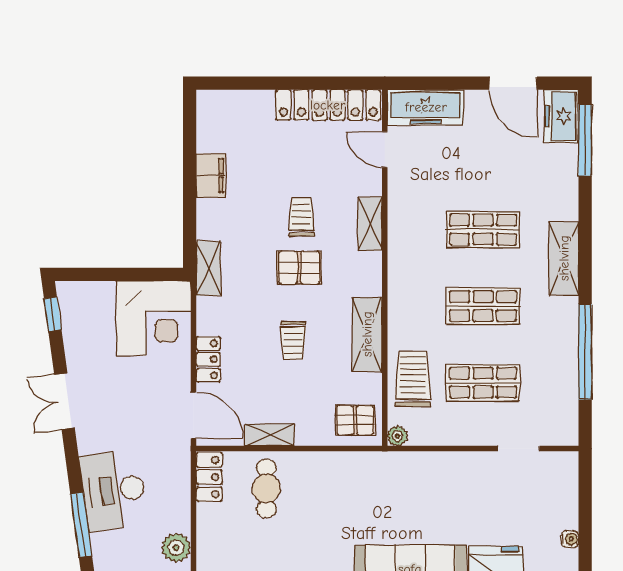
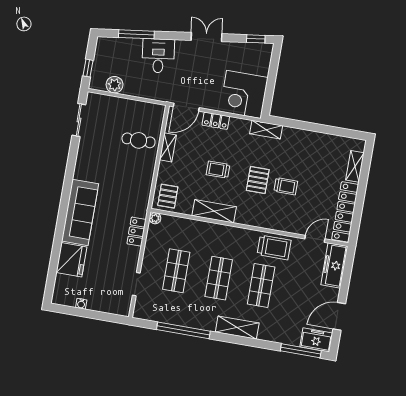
filing cabinet: (211, 175) -> (317, 140), removed
shelving: (370, 224) -> (355, 166), moved, turned 90
trolley: (413, 379) -> (274, 247), moved
locker: (209, 477) -> (136, 232), moved, turned 90
desk: (113, 490) -> (158, 56), width x0.73

